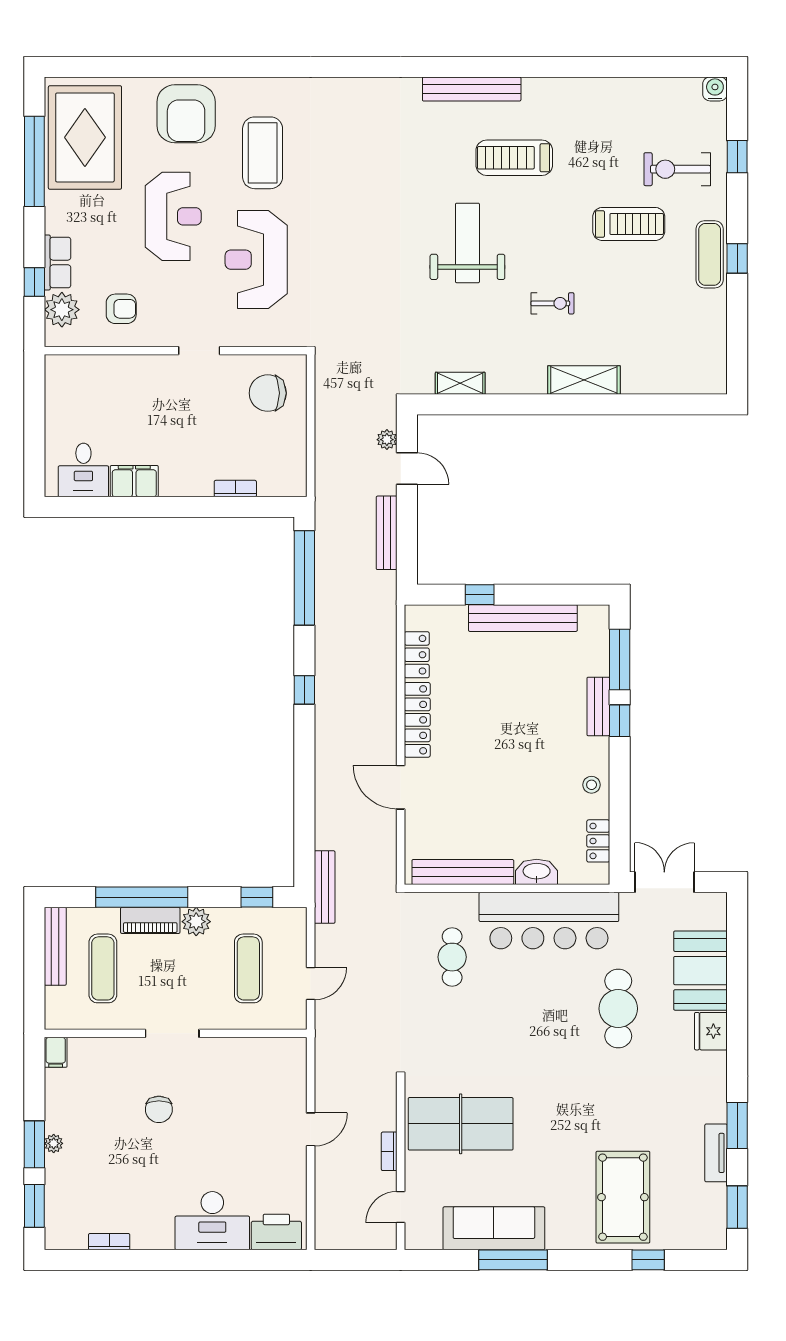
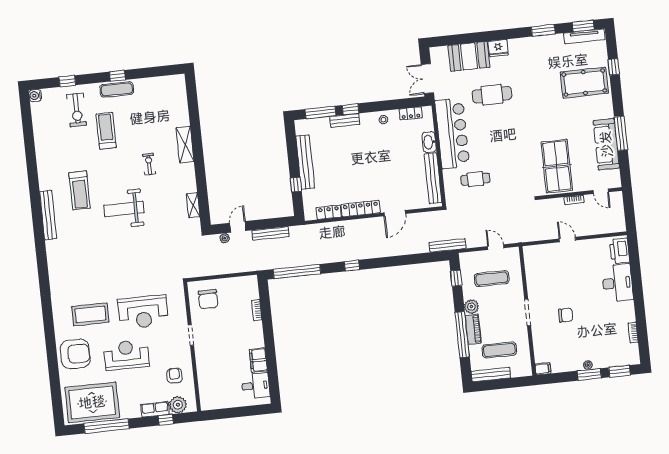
tv unit: (716, 1153) -> (584, 36), moved, width x1.41

